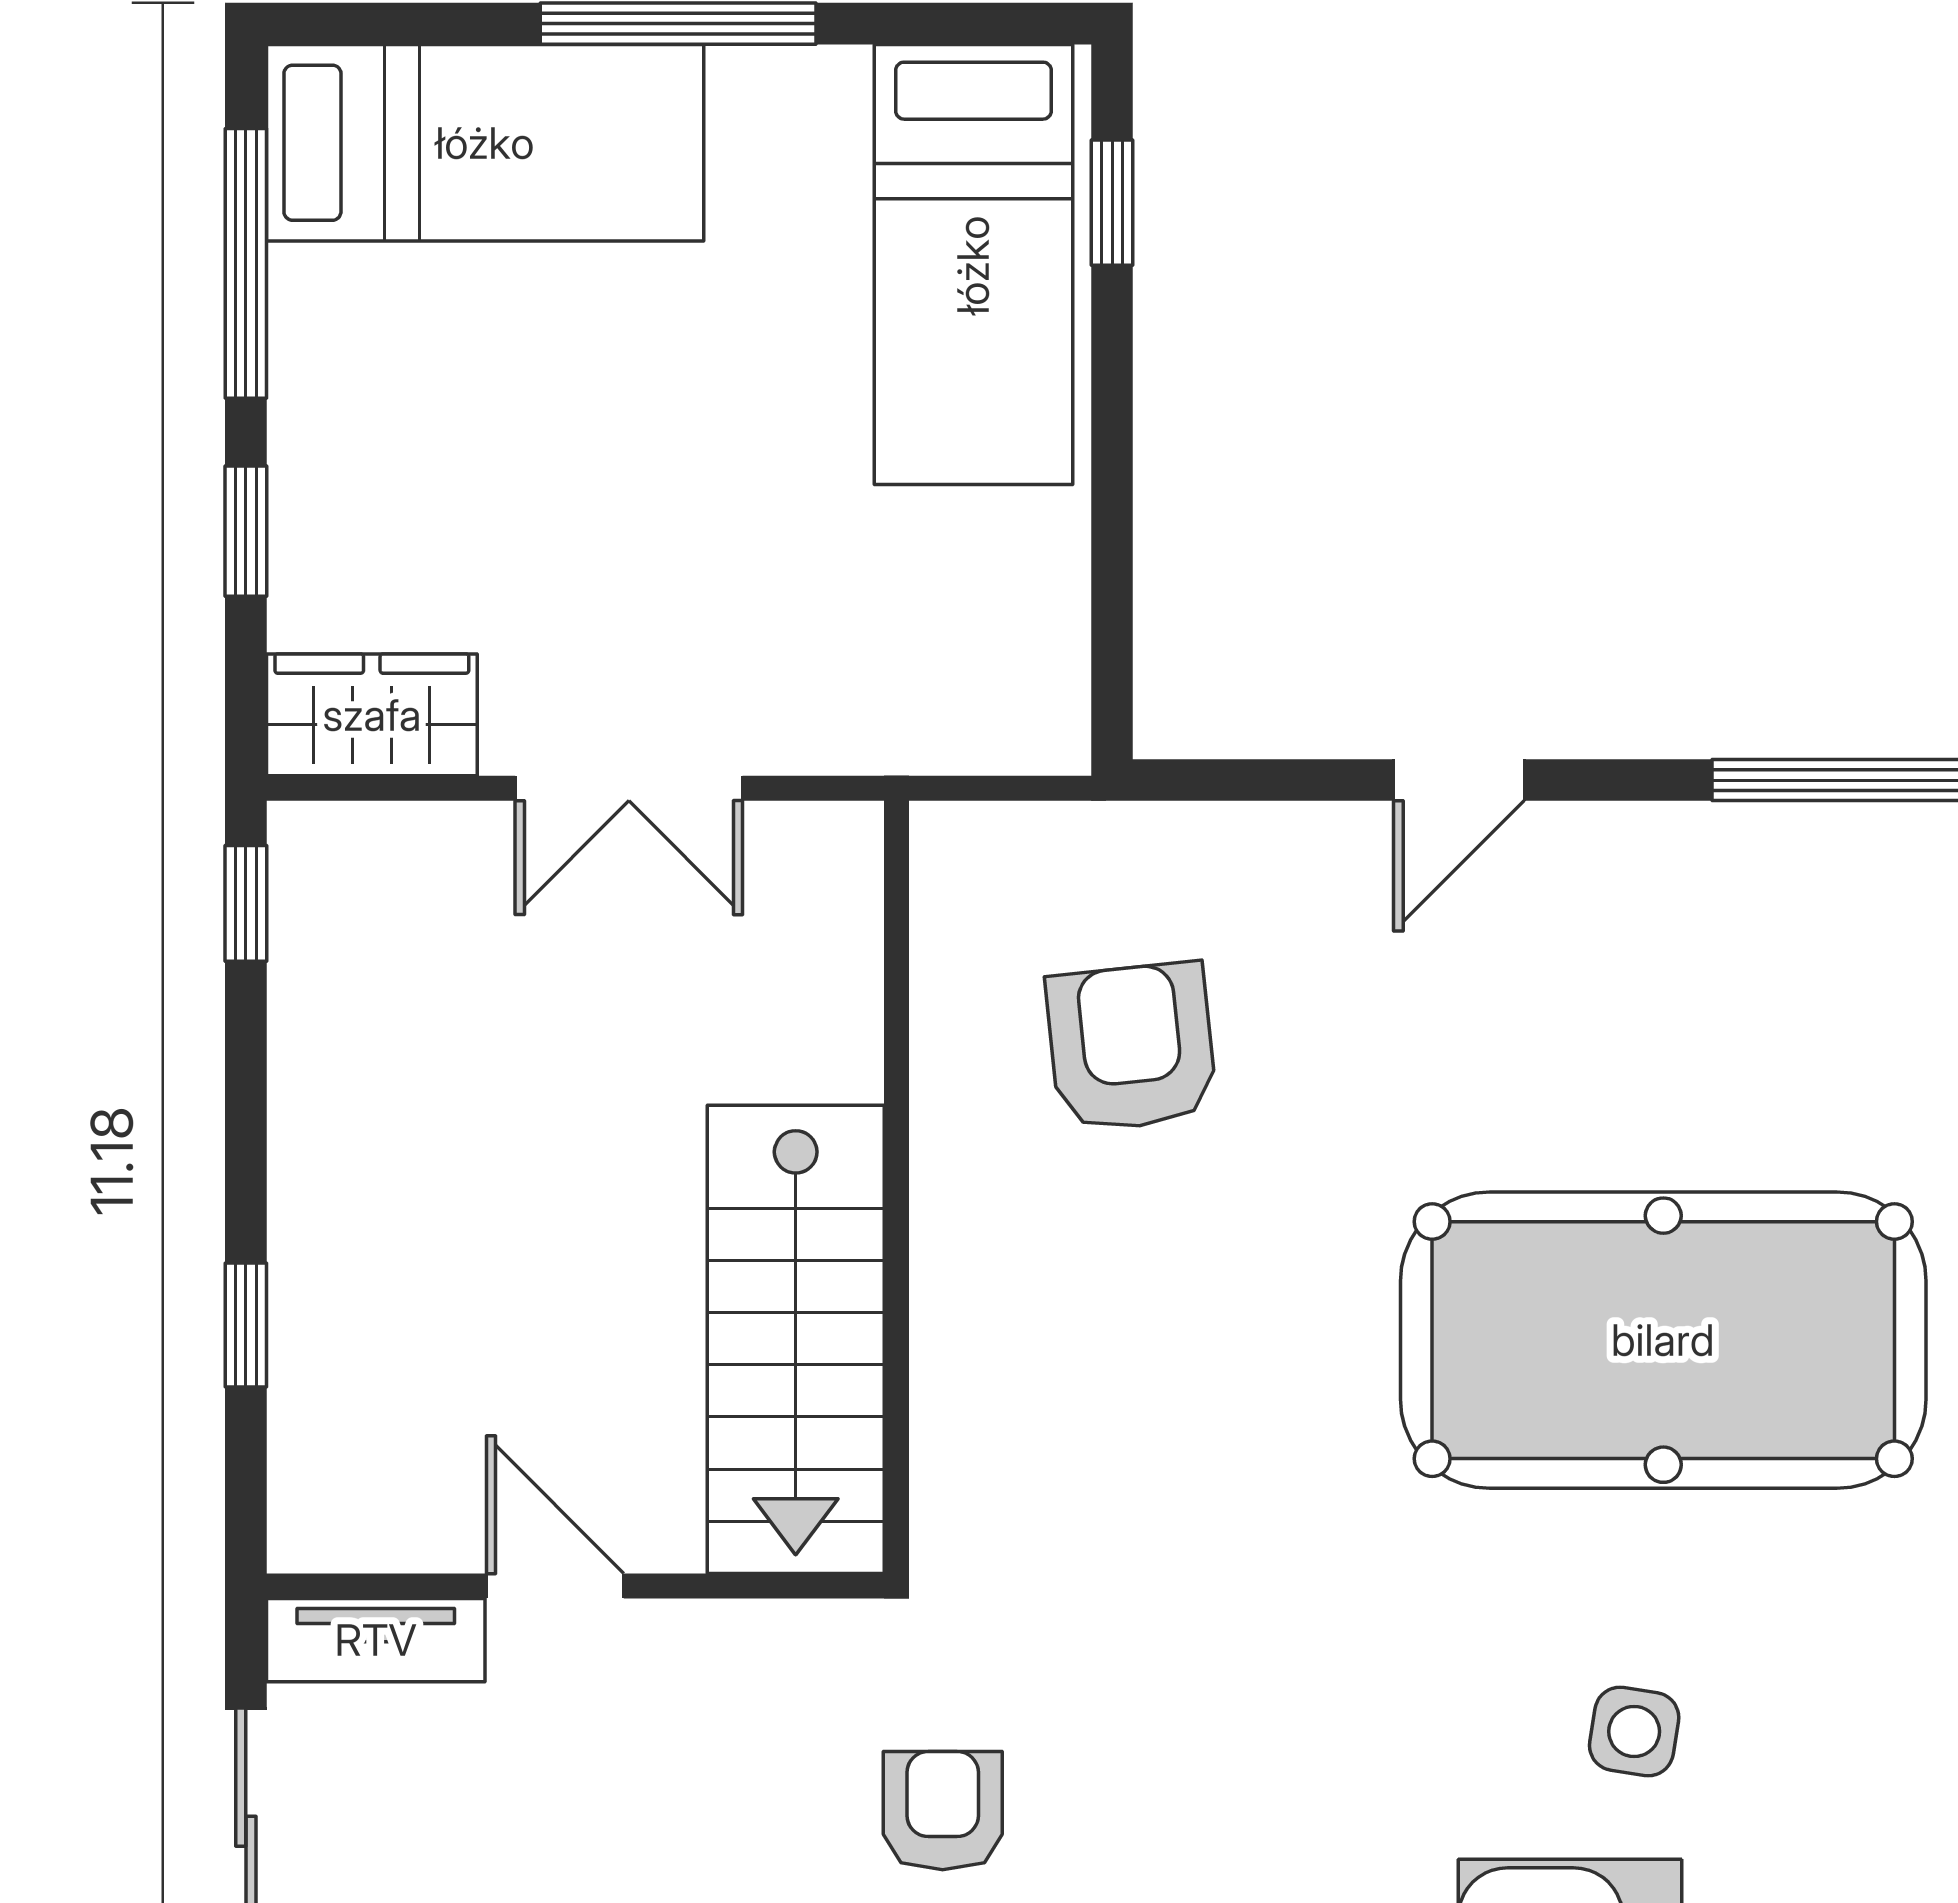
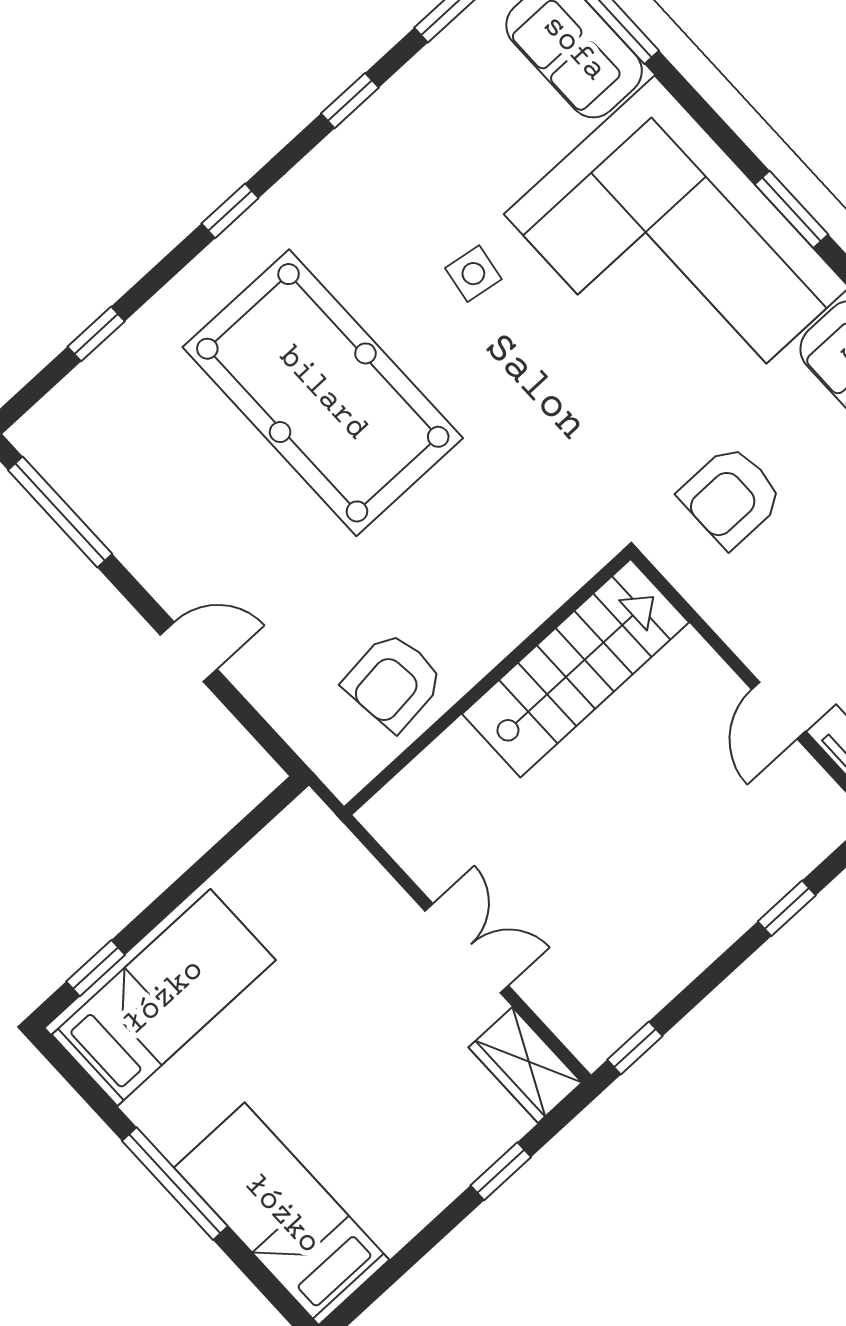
window: (246, 263) -> (404, 1260), removed
wall: (897, 1187) -> (487, 682), moved
stairs: (796, 1339) -> (576, 668), moved
armchair: (943, 1811) -> (731, 496), width x1.38, depth x1.38

